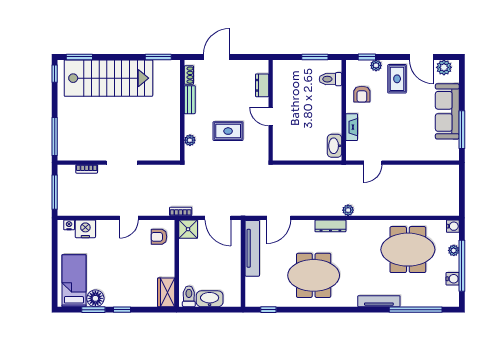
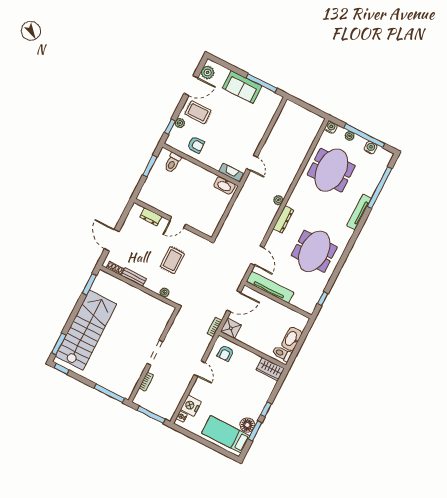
sofa: (447, 111) -> (242, 87), width x0.73
fireplace: (352, 127) -> (231, 172), moved

